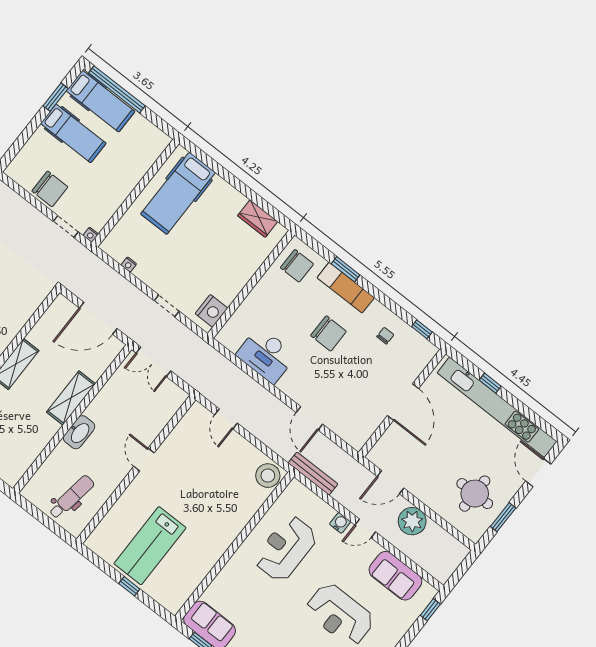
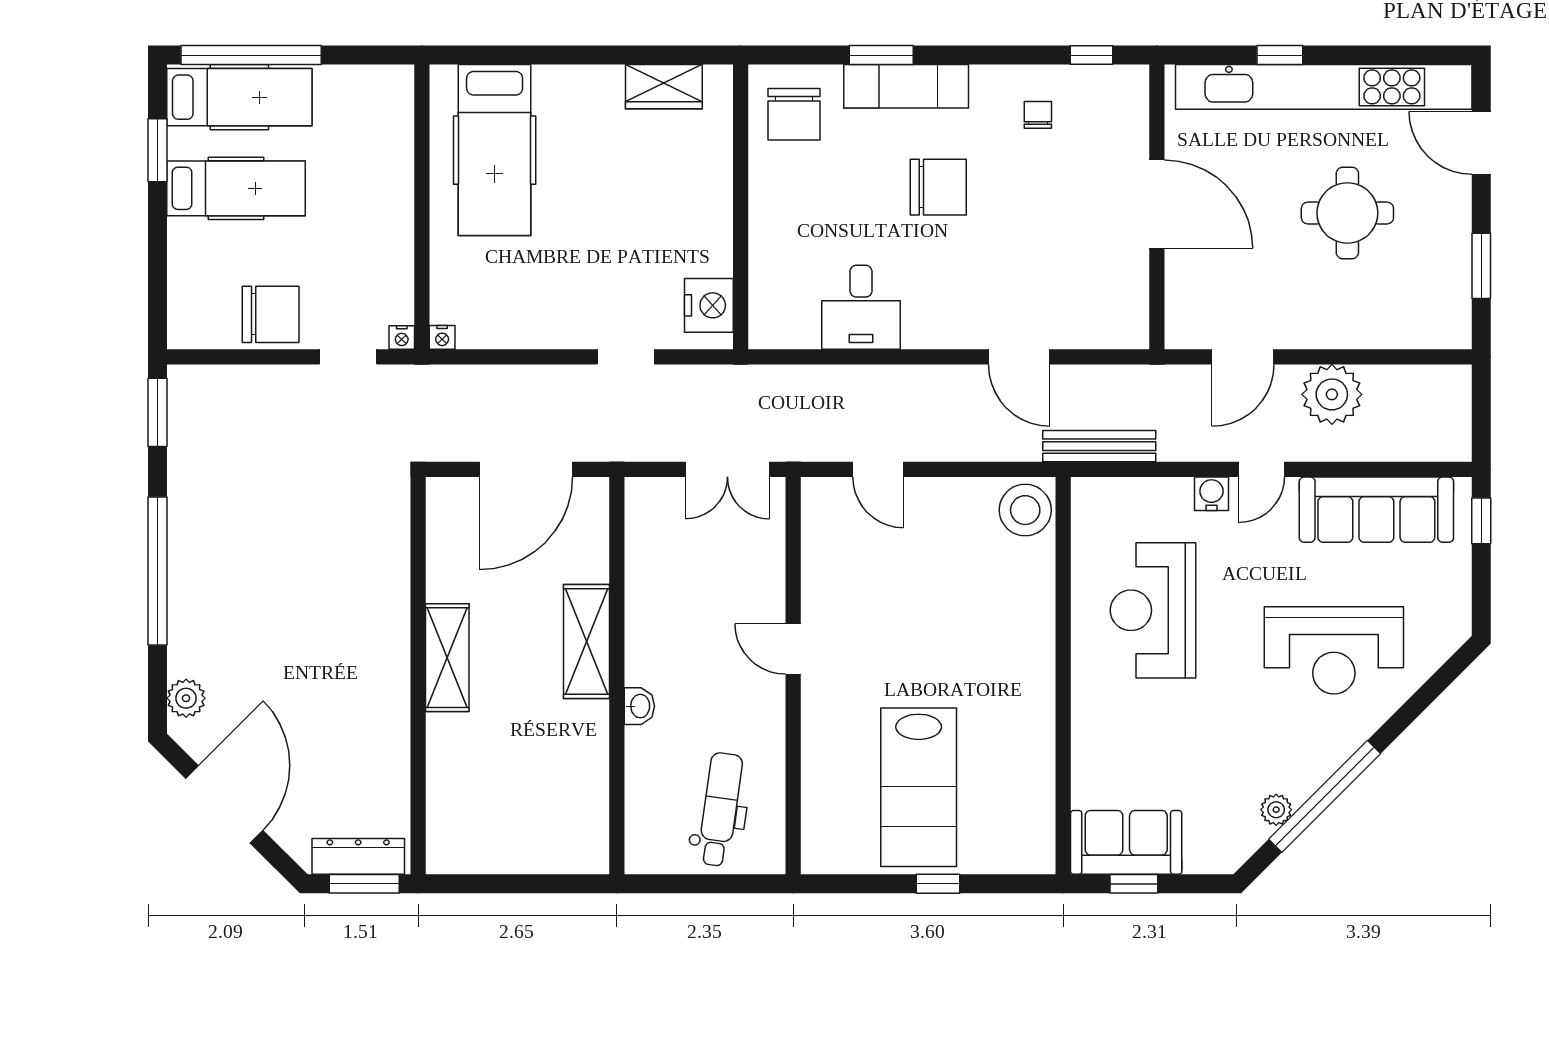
nightstand: (129, 265) -> (442, 337), moved
chair: (297, 266) -> (794, 114), turned 90
desk: (266, 355) -> (861, 307), width x0.73
double door: (154, 362) -> (727, 469), moved
washbasin: (79, 432) -> (639, 706), width x0.52, depth x0.69
round table: (475, 494) -> (1347, 213), moved
sofa: (395, 576) -> (1376, 510), width x1.36

